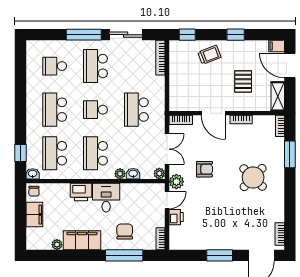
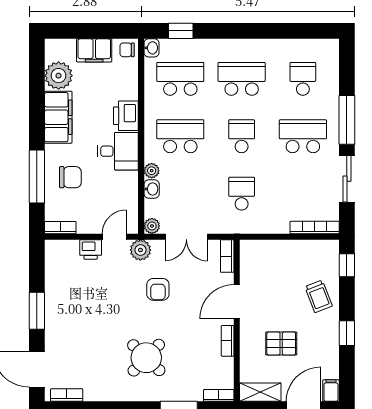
school desk: (136, 110) -> (242, 194), width x0.54
door: (167, 200) -> (114, 237), swing flipped
plant: (57, 245) -> (59, 76), width x1.87, depth x1.87

